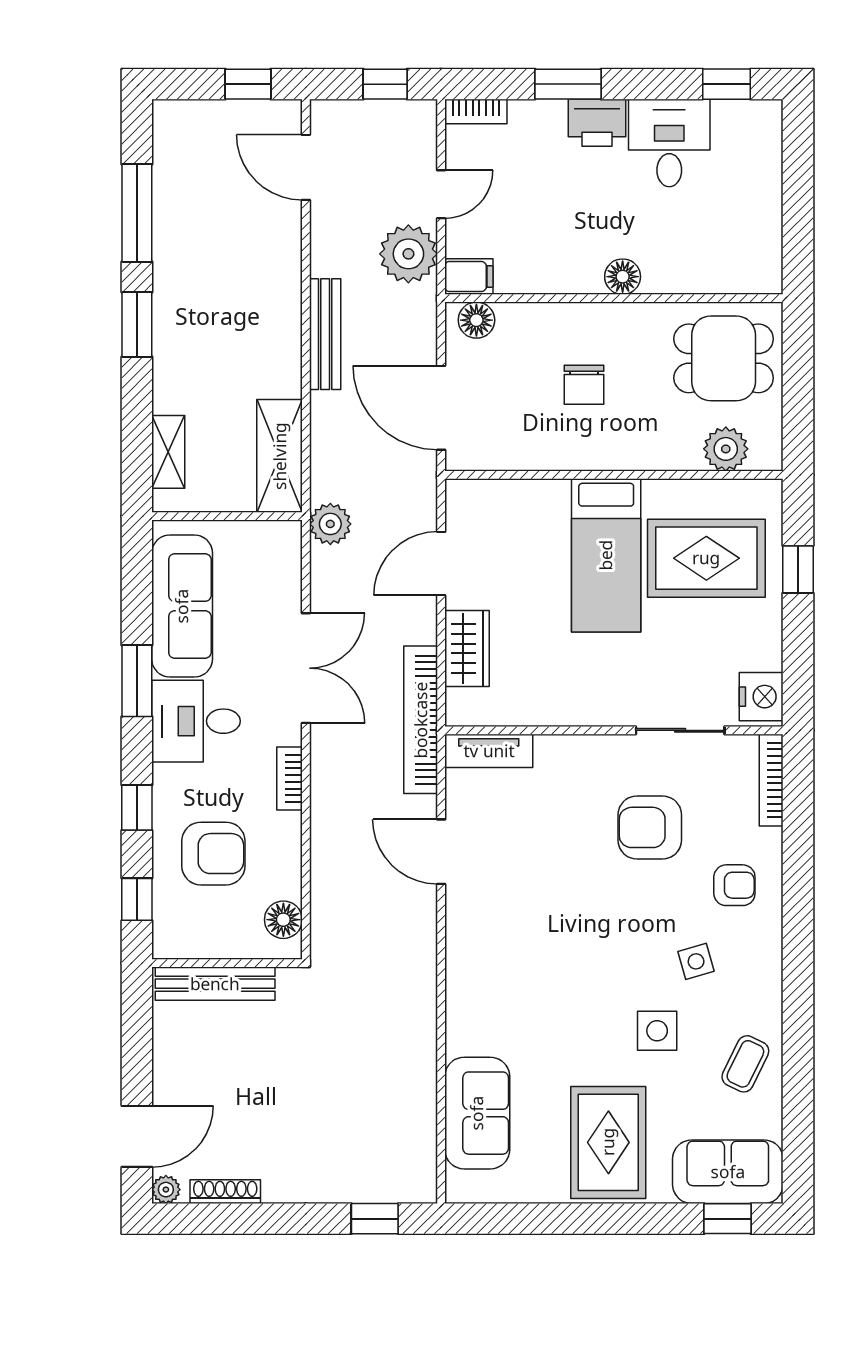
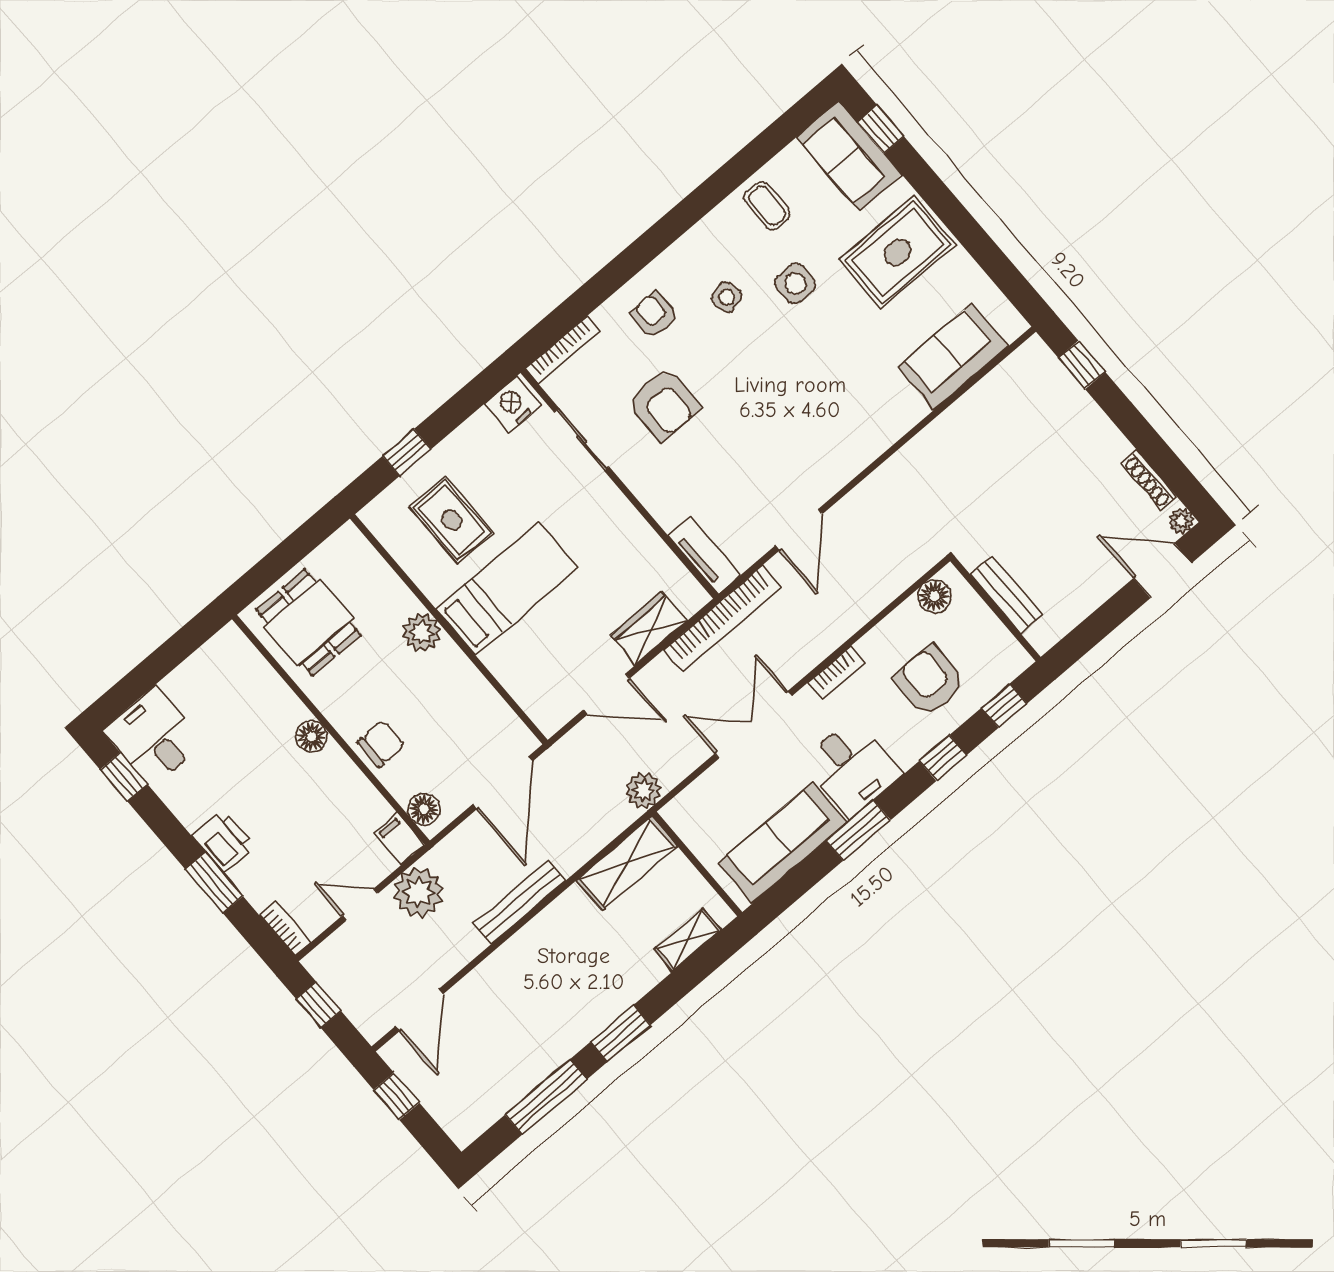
desk: (669, 143) -> (154, 737), moved, turned 90
chair: (584, 385) -> (381, 744), moved
plant: (726, 449) -> (422, 632), moved
rug: (706, 558) -> (452, 520), width x0.73, depth x0.70
bench: (215, 984) -> (1007, 595), width x0.73
coffee table: (745, 1064) -> (767, 206), turned 64

